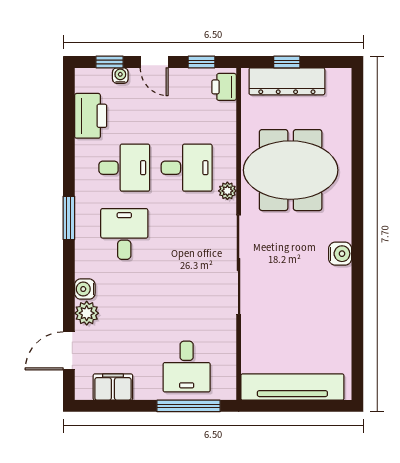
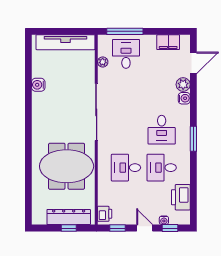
plant: (227, 191) -> (103, 62), moved
water cooler: (340, 254) -> (38, 85), moved

